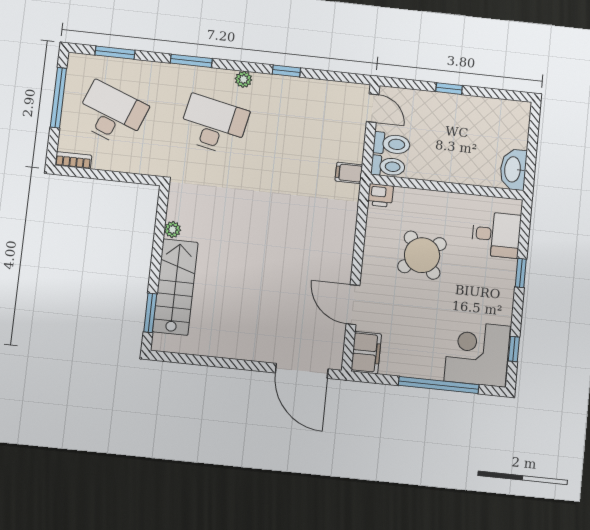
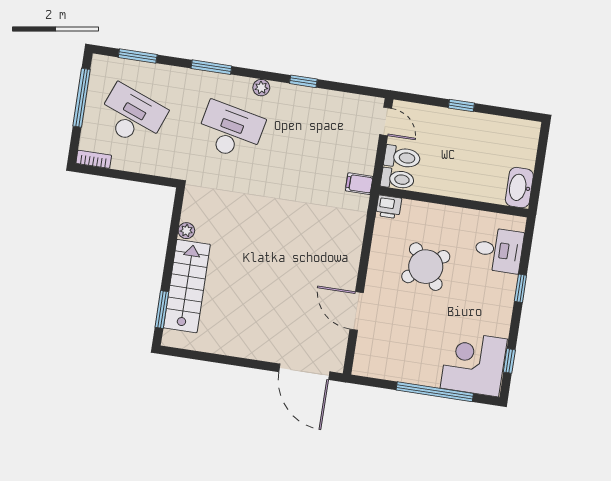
filing cabinet: (366, 353) -> (367, 357), removed

